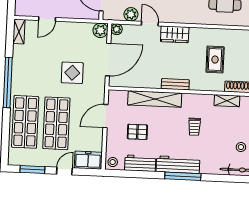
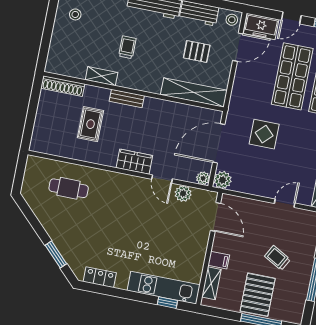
bench: (175, 84) -> (127, 98), moved
shelving: (155, 99) -> (194, 92), moved
shelving: (227, 101) -> (102, 76), moved
door: (105, 116) -> (238, 47), moved

